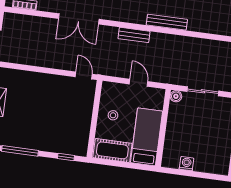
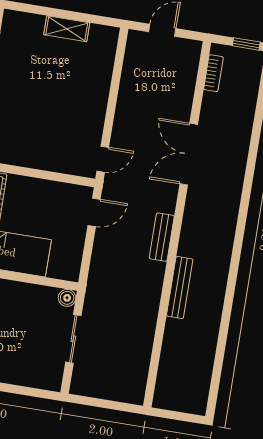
door: (139, 83) -> (94, 212), moved
stool: (113, 115) -> (41, 202), removed

